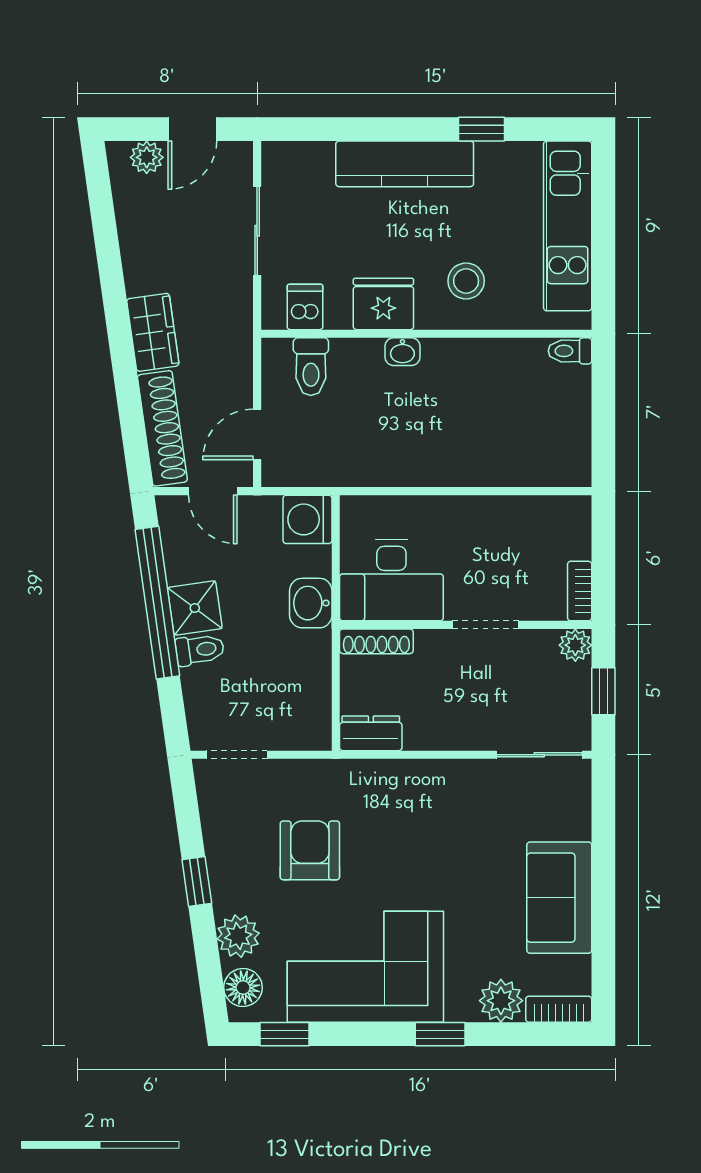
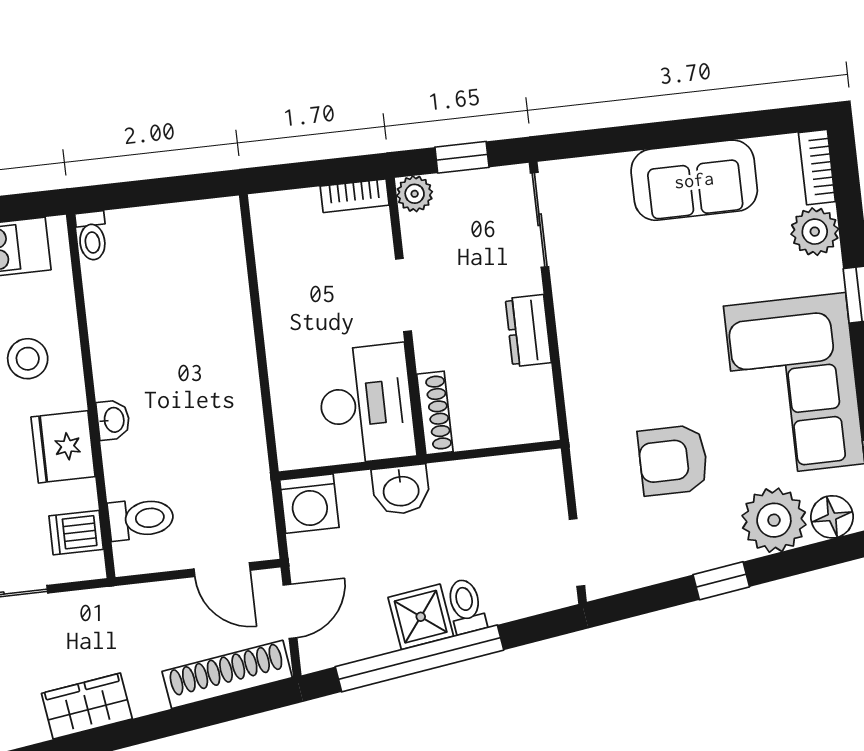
wardrobe: (153, 332) -> (87, 706), moved
dresser: (371, 733) -> (528, 331), moved
plant: (238, 936) -> (774, 520), width x1.36, depth x1.36

